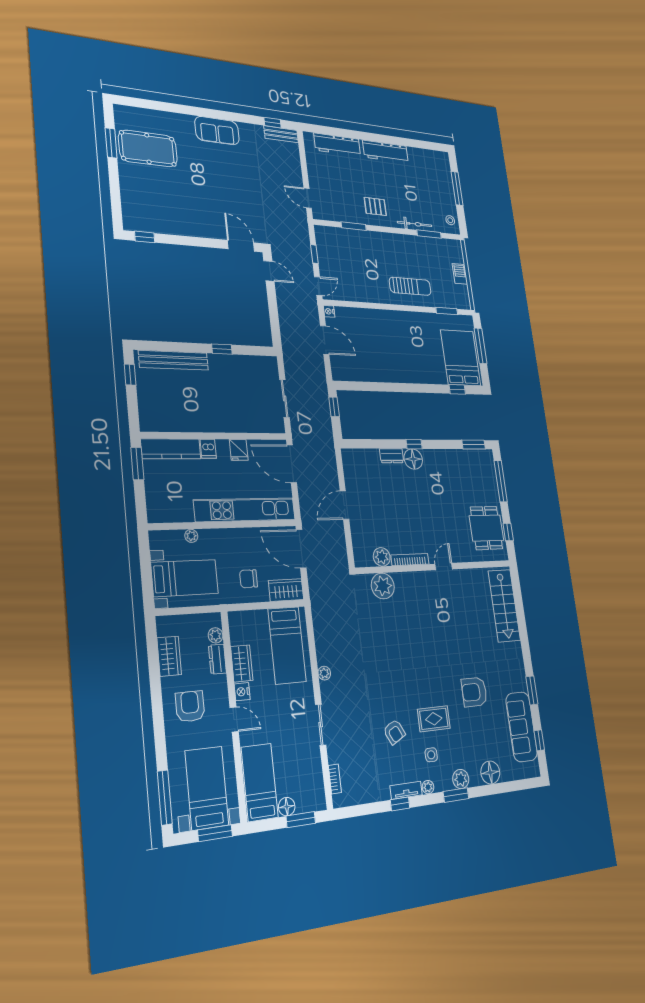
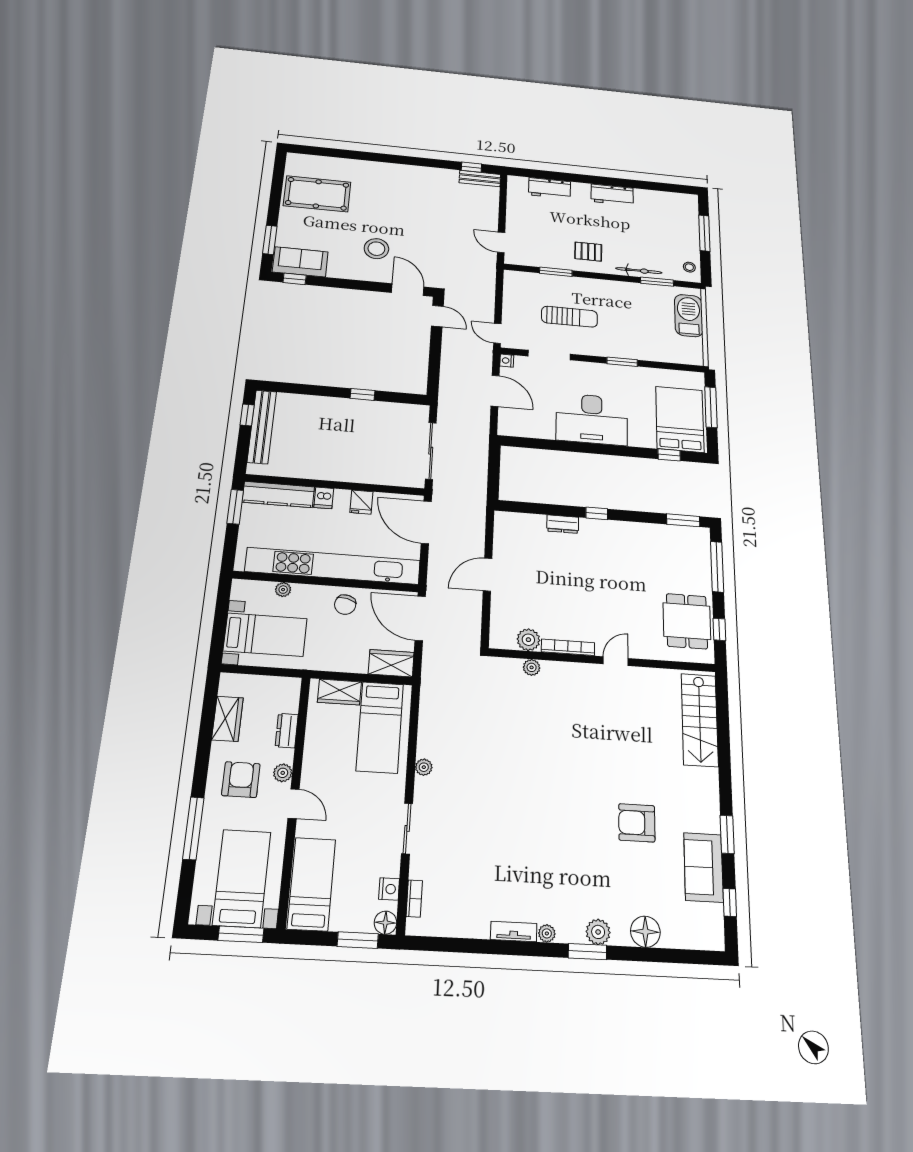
sofa: (217, 131) -> (300, 262), moved, turned 180
window: (111, 143) -> (270, 240), moved
workbench: (337, 145) -> (550, 188), width x0.73
workbench: (386, 152) -> (612, 195), width x0.73
stool: (208, 205) -> (376, 249), added
window: (314, 254) -> (499, 300), removed
barbecue: (460, 274) -> (689, 316), width x1.88, depth x1.53
door: (318, 286) -> (497, 333), swing flipped
sun lounger: (410, 286) -> (569, 317), moved
doorway: (360, 305) -> (549, 355), added
window: (447, 311) -> (622, 362), moved
bench: (174, 360) -> (262, 427), moved, turned 90
desk: (399, 362) -> (592, 419), added
sliding door: (285, 398) -> (431, 451), width x1.37
window: (334, 407) -> (494, 464), removed
floor lamp: (413, 459) -> (593, 530), removed
kitchen unit: (245, 510) -> (333, 566), width x1.36
chair: (249, 579) -> (345, 605), moved, turned -76
plant: (383, 586) -> (532, 667), width x0.53, depth x0.53
plant: (216, 635) -> (283, 773), moved
wardrobe: (242, 663) -> (339, 692), moved, turned 90
nightstand: (242, 692) -> (389, 889), moved, turned 180
rug: (434, 719) -> (570, 847), removed
sofa: (522, 727) -> (703, 867), width x0.73
armchair: (394, 732) -> (509, 854), removed
side table: (431, 755) -> (559, 893), removed
window: (165, 797) -> (193, 828), moved
window: (400, 804) -> (502, 947), removed
floor lamp: (287, 807) -> (385, 923), moved

